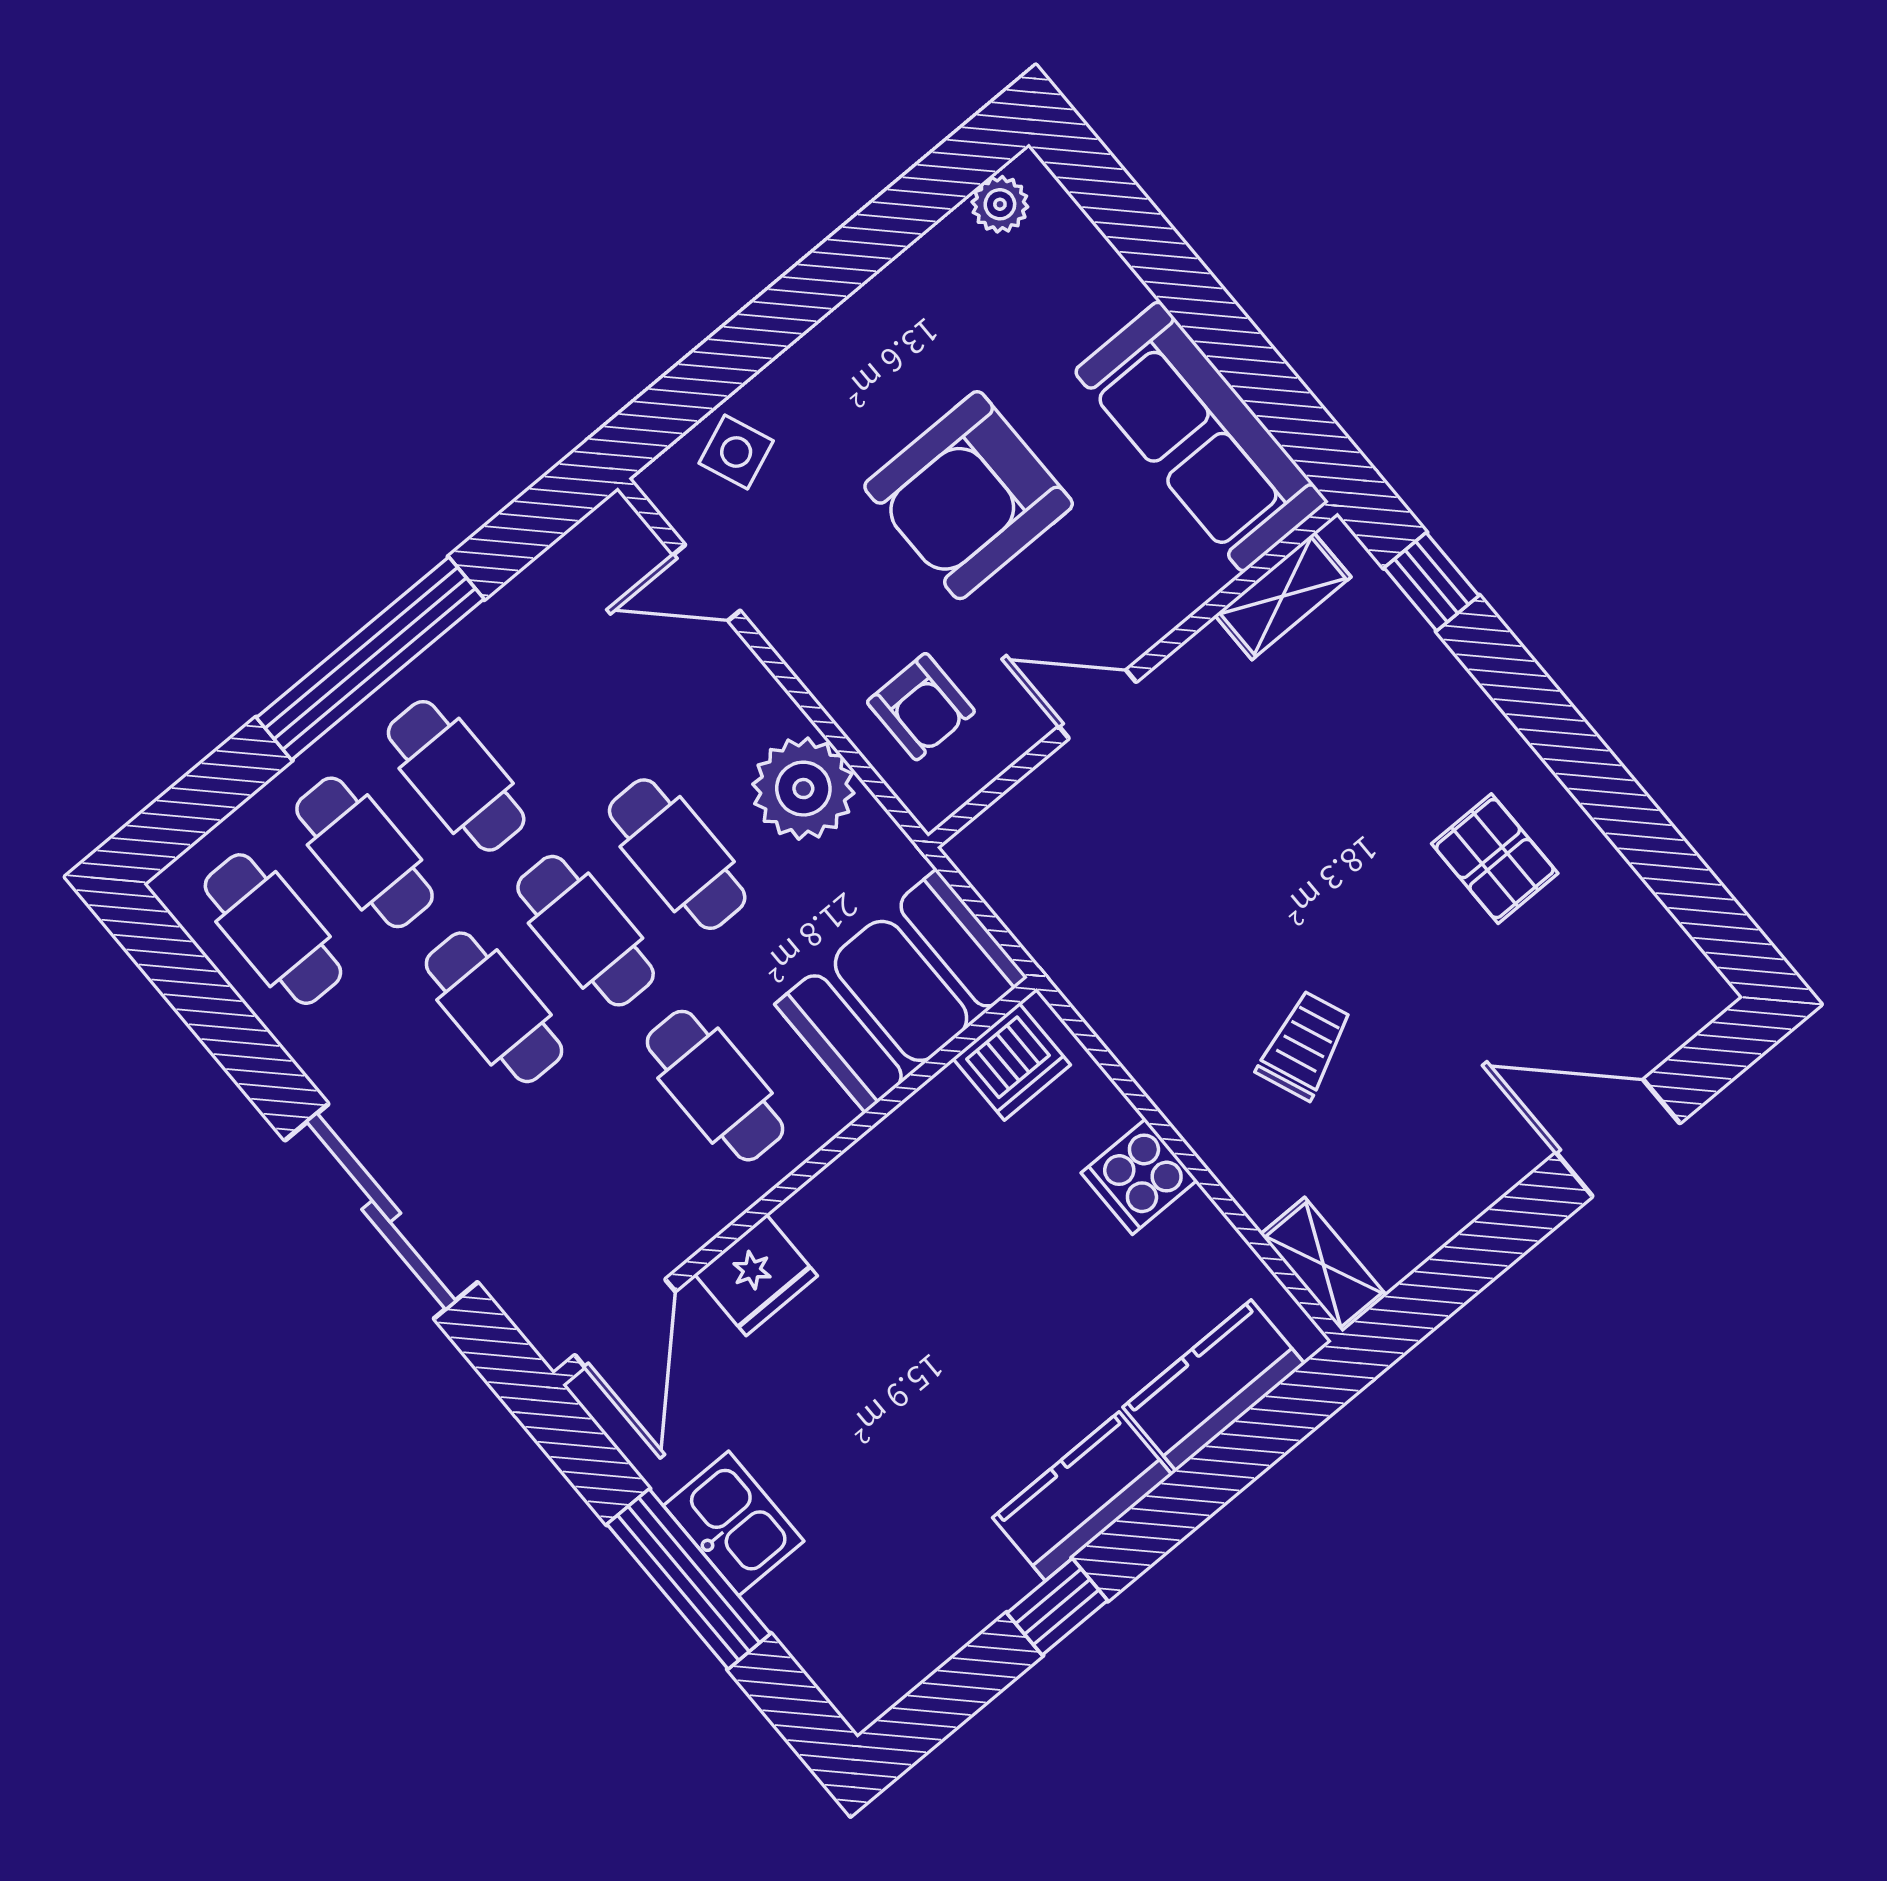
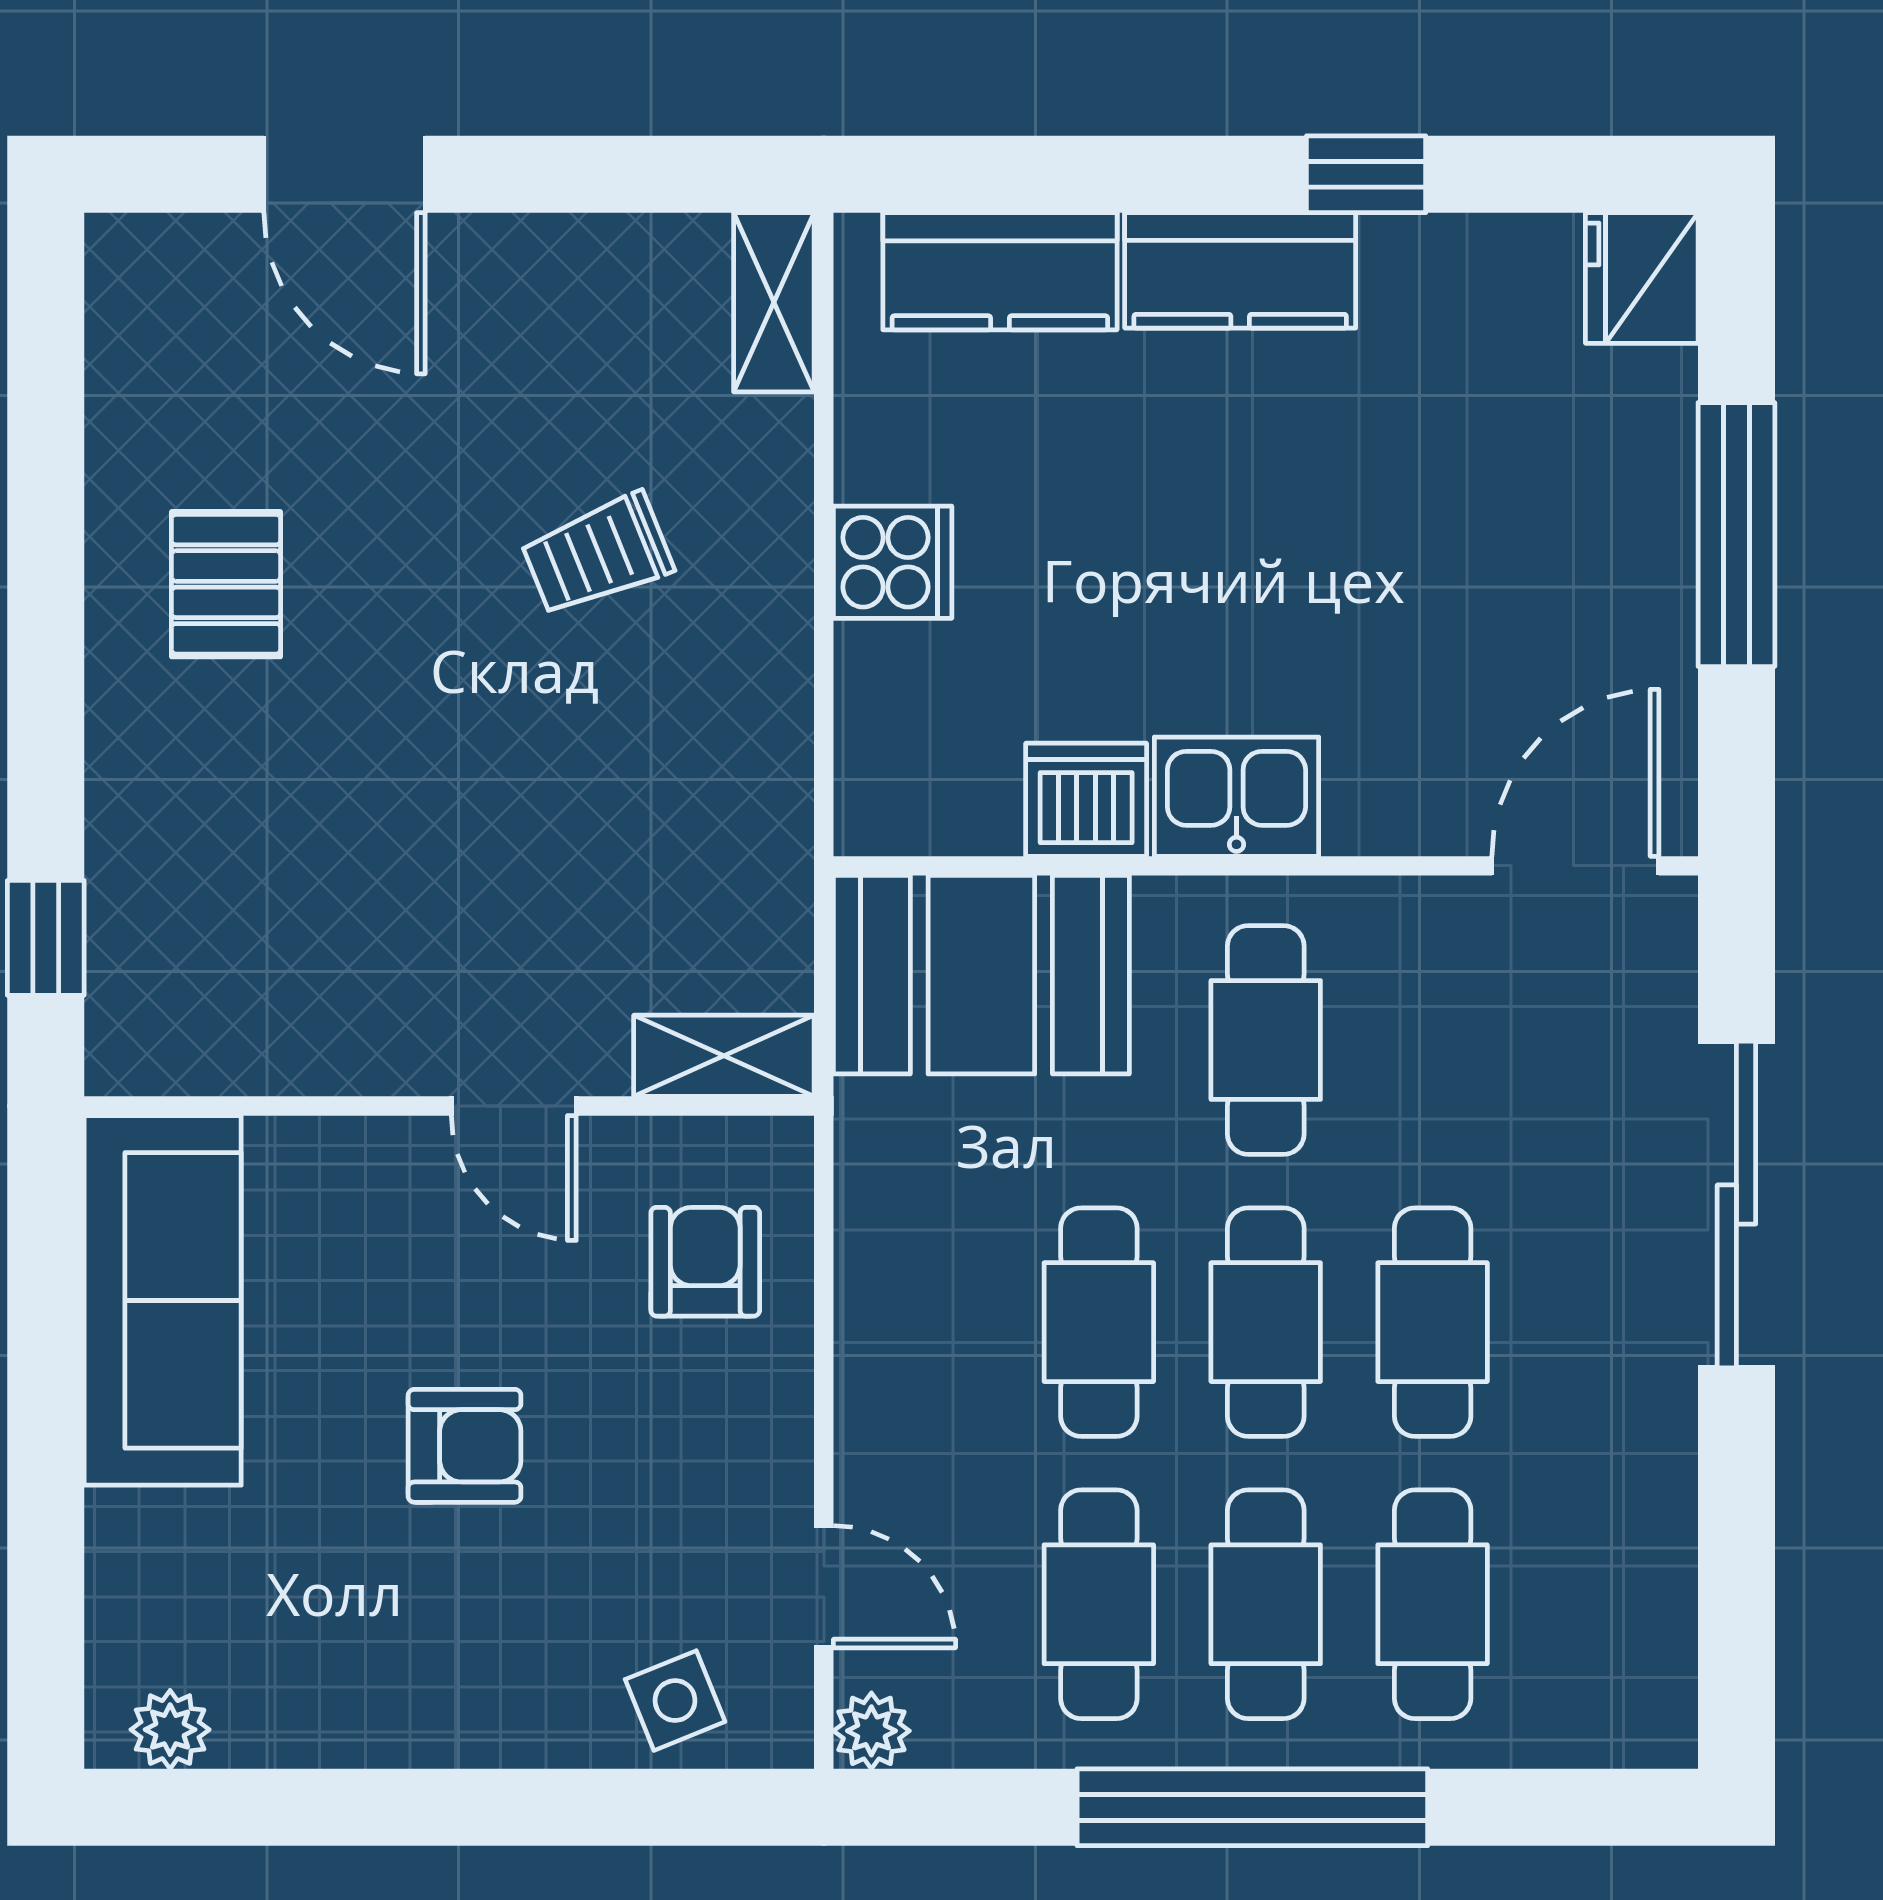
armchair: (969, 495) -> (465, 1446), width x0.53, depth x0.53
shelving: (1283, 596) -> (724, 1056), moved
plant: (803, 789) -> (871, 1731), moved, width x0.53, depth x0.53
cafe table: (273, 929) -> (1099, 1604), moved
dishwasher: (1012, 1062) -> (1086, 800), moved
fridge: (756, 1275) -> (1642, 278), moved, turned -90
kitchen sink: (734, 1523) -> (1236, 797), moved, turned 90

